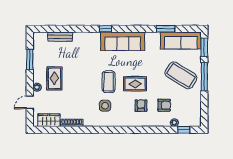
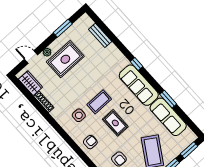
window: (166, 29) -> (168, 99), moved
sofa: (181, 41) -> (168, 117), moved
rug: (54, 78) -> (65, 59), width x1.36, depth x1.43
armchair: (141, 106) -> (90, 142), moved

